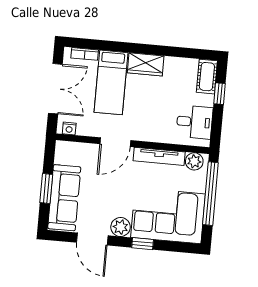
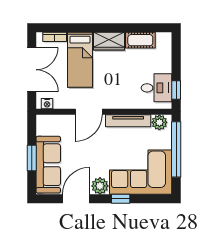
cot: (207, 77) -> (140, 40), moved, turned 90
window: (219, 94) -> (176, 90), moved
door: (92, 239) -> (76, 199), swing flipped

